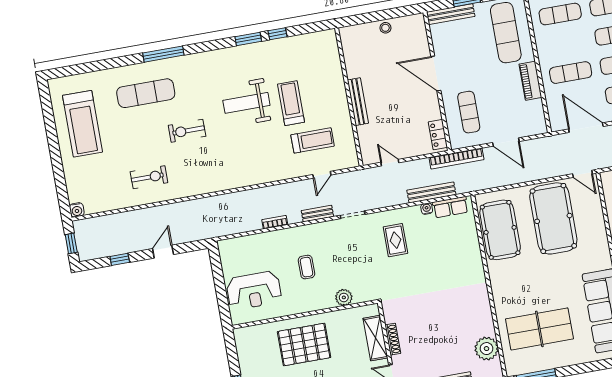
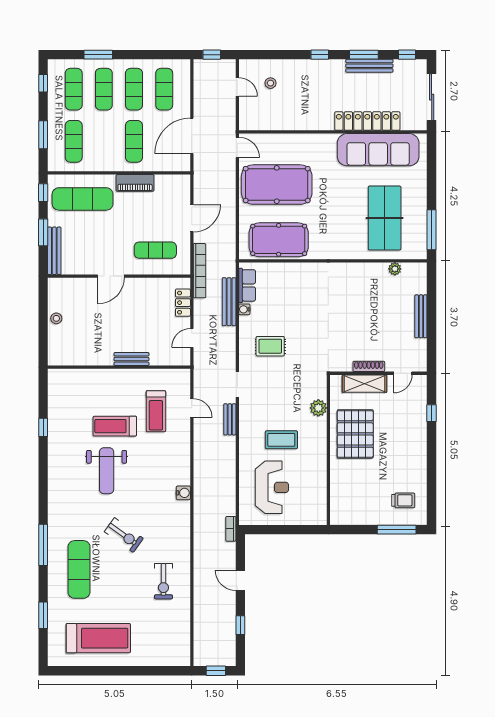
window: (248, 39) -> (43, 615), moved
door: (436, 73) -> (111, 276), width x0.73
bench: (358, 102) -> (131, 359), width x0.73
exercise bike: (187, 131) -> (124, 535), turned -54
locker: (438, 135) -> (183, 303), moved, turned 90
treadmill: (313, 140) -> (156, 411), turned 180
door: (583, 174) -> (237, 147), hinge flipped
exercise bike: (149, 177) -> (163, 581), turned 180
water cooler: (77, 210) -> (183, 493), moved
bookcase: (275, 222) -> (231, 529), moved
coffee table: (306, 267) -> (281, 440), width x1.36, depth x1.30
reception desk: (254, 290) -> (272, 487), moved
pallet: (304, 345) -> (355, 434), moved
plant: (487, 349) -> (395, 269), width x0.53, depth x0.53

